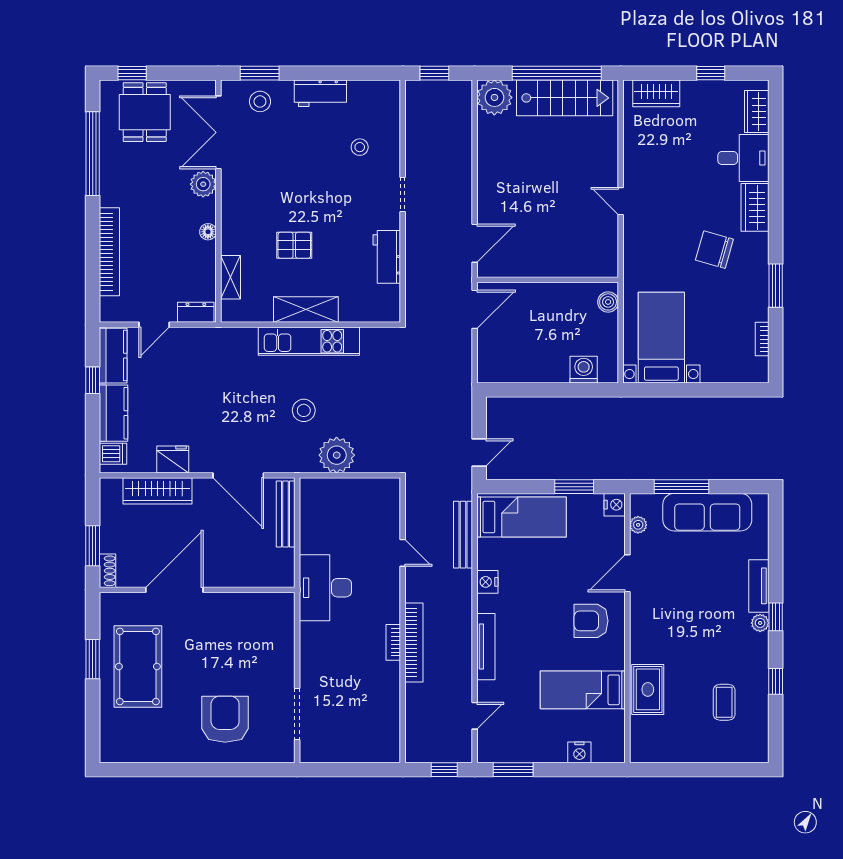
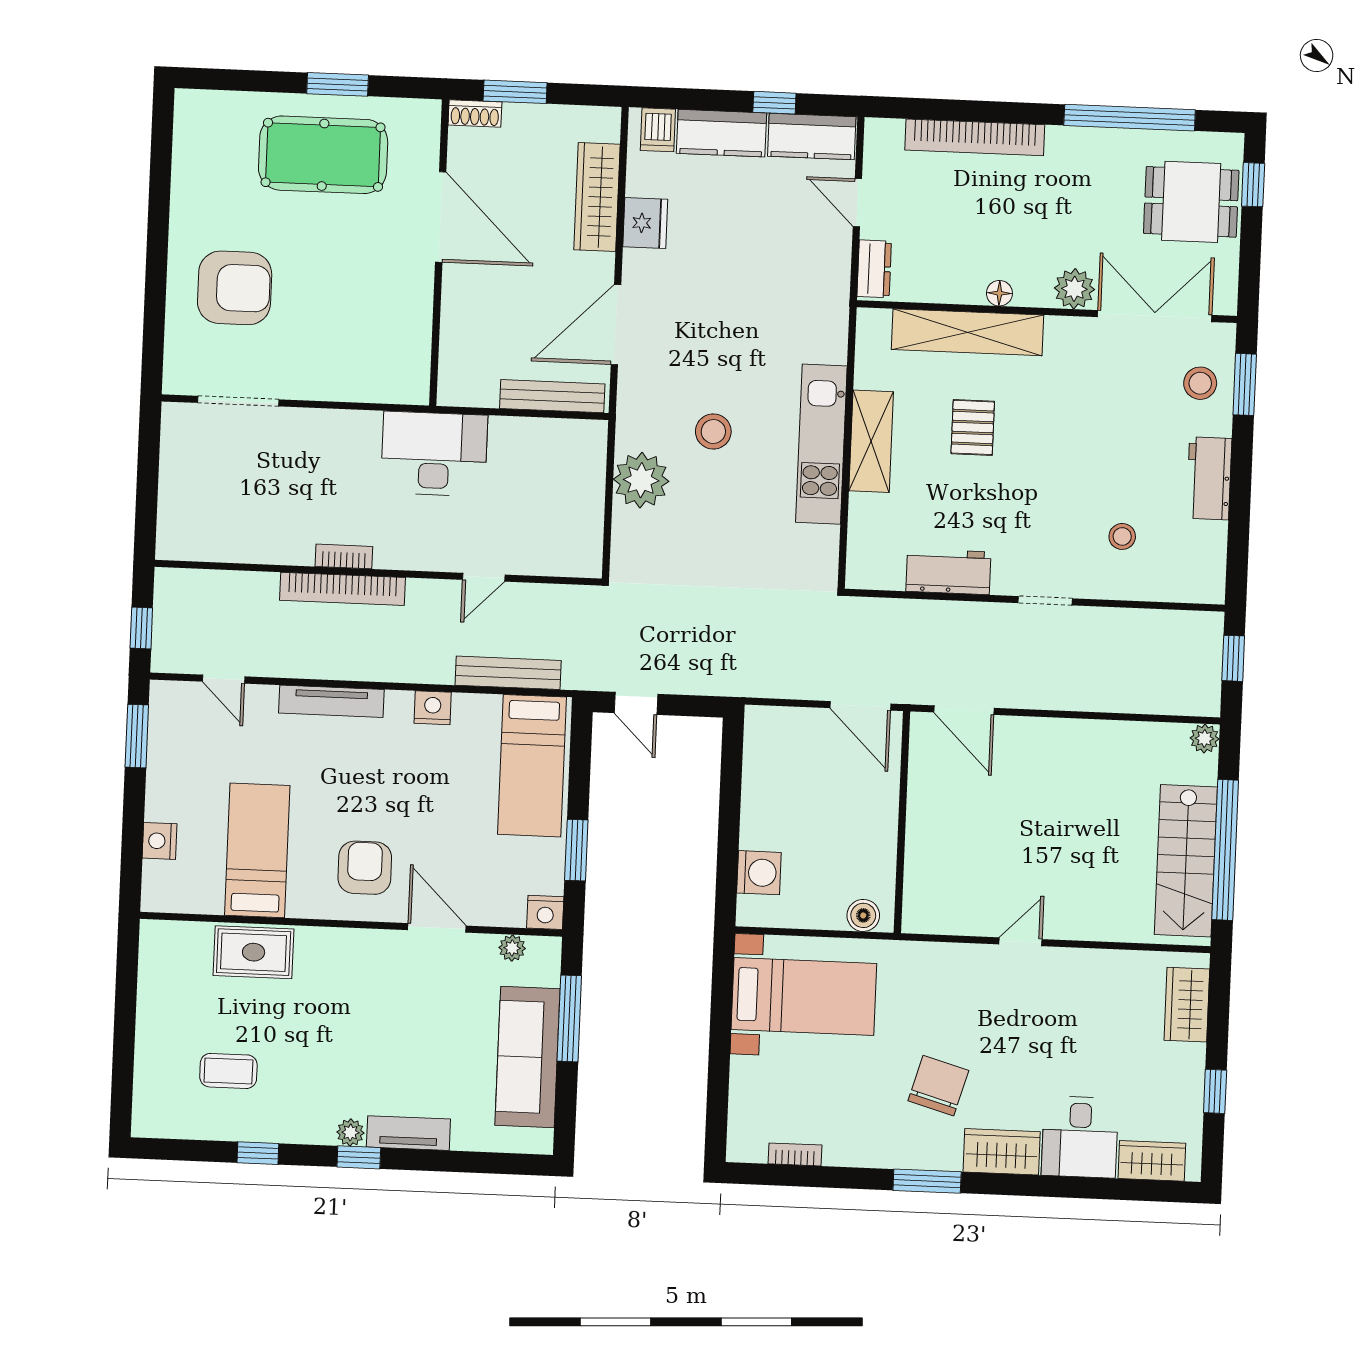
plant: (494, 97) -> (1205, 738), width x0.53, depth x0.53
shelving: (231, 277) -> (968, 332), width x2.20, depth x1.33
window: (776, 286) -> (927, 1181), moved

